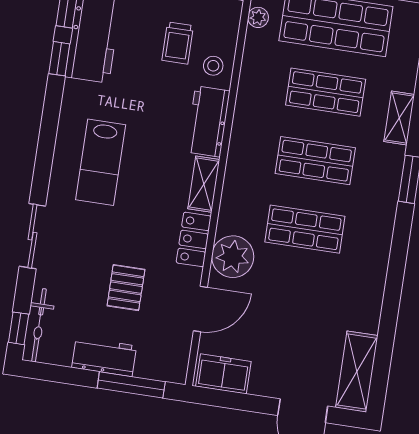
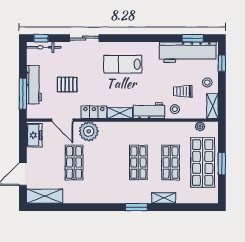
window: (59, 59) -> (167, 38), removed
shop shelf: (305, 229) -> (74, 162), moved
workbench: (104, 357) -> (34, 85), width x1.38

